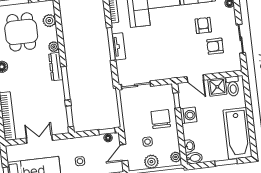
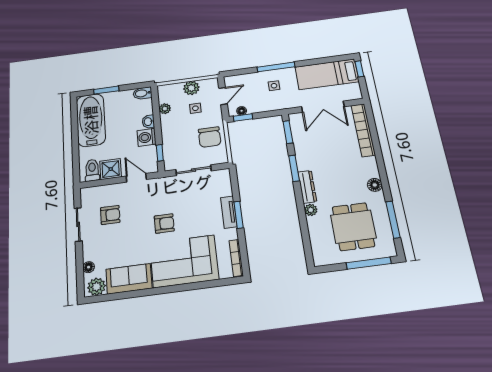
plant: (49, 21) -> (318, 241), removed
armchair: (203, 25) -> (164, 224), moved, turned -90
window: (111, 44) -> (239, 215), width x0.69
window: (66, 83) -> (294, 168), width x0.69
sliding door: (136, 85) -> (193, 170), moved
chair: (161, 119) -> (210, 137), moved
double door: (39, 139) -> (323, 107), width x1.37
washbasin: (189, 146) -> (148, 122), moved
plant: (176, 157) -> (165, 109), moved

